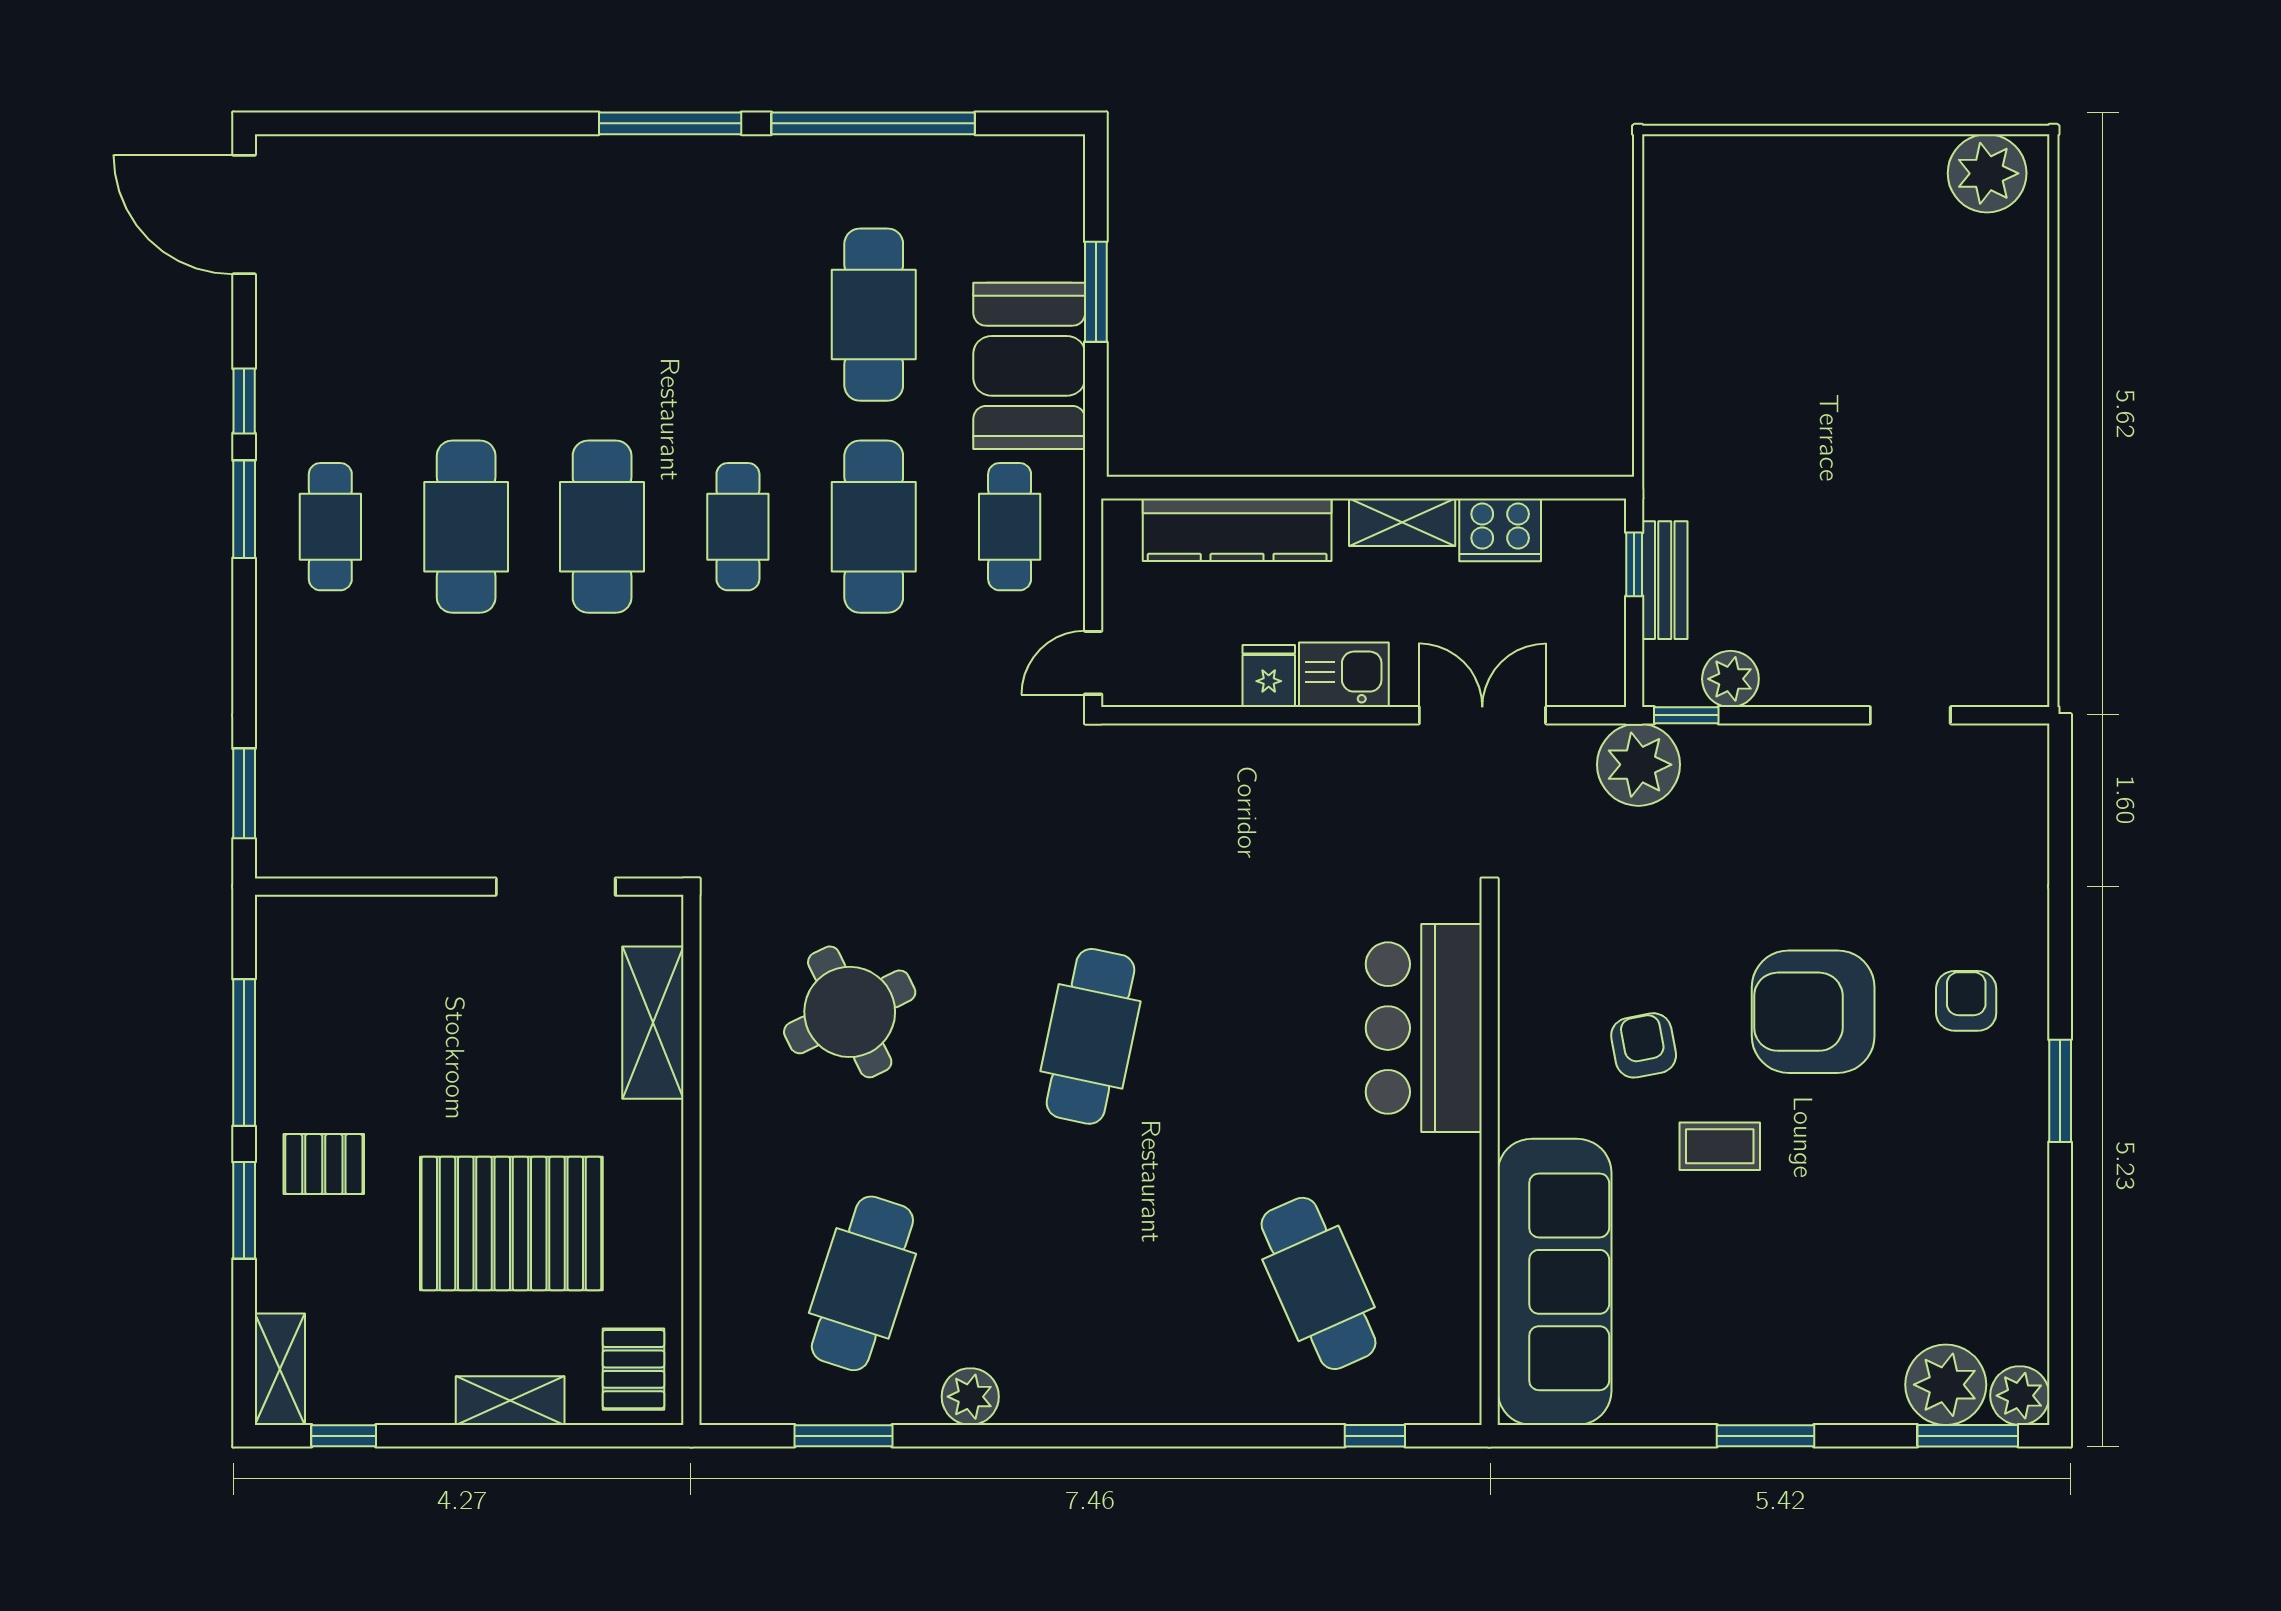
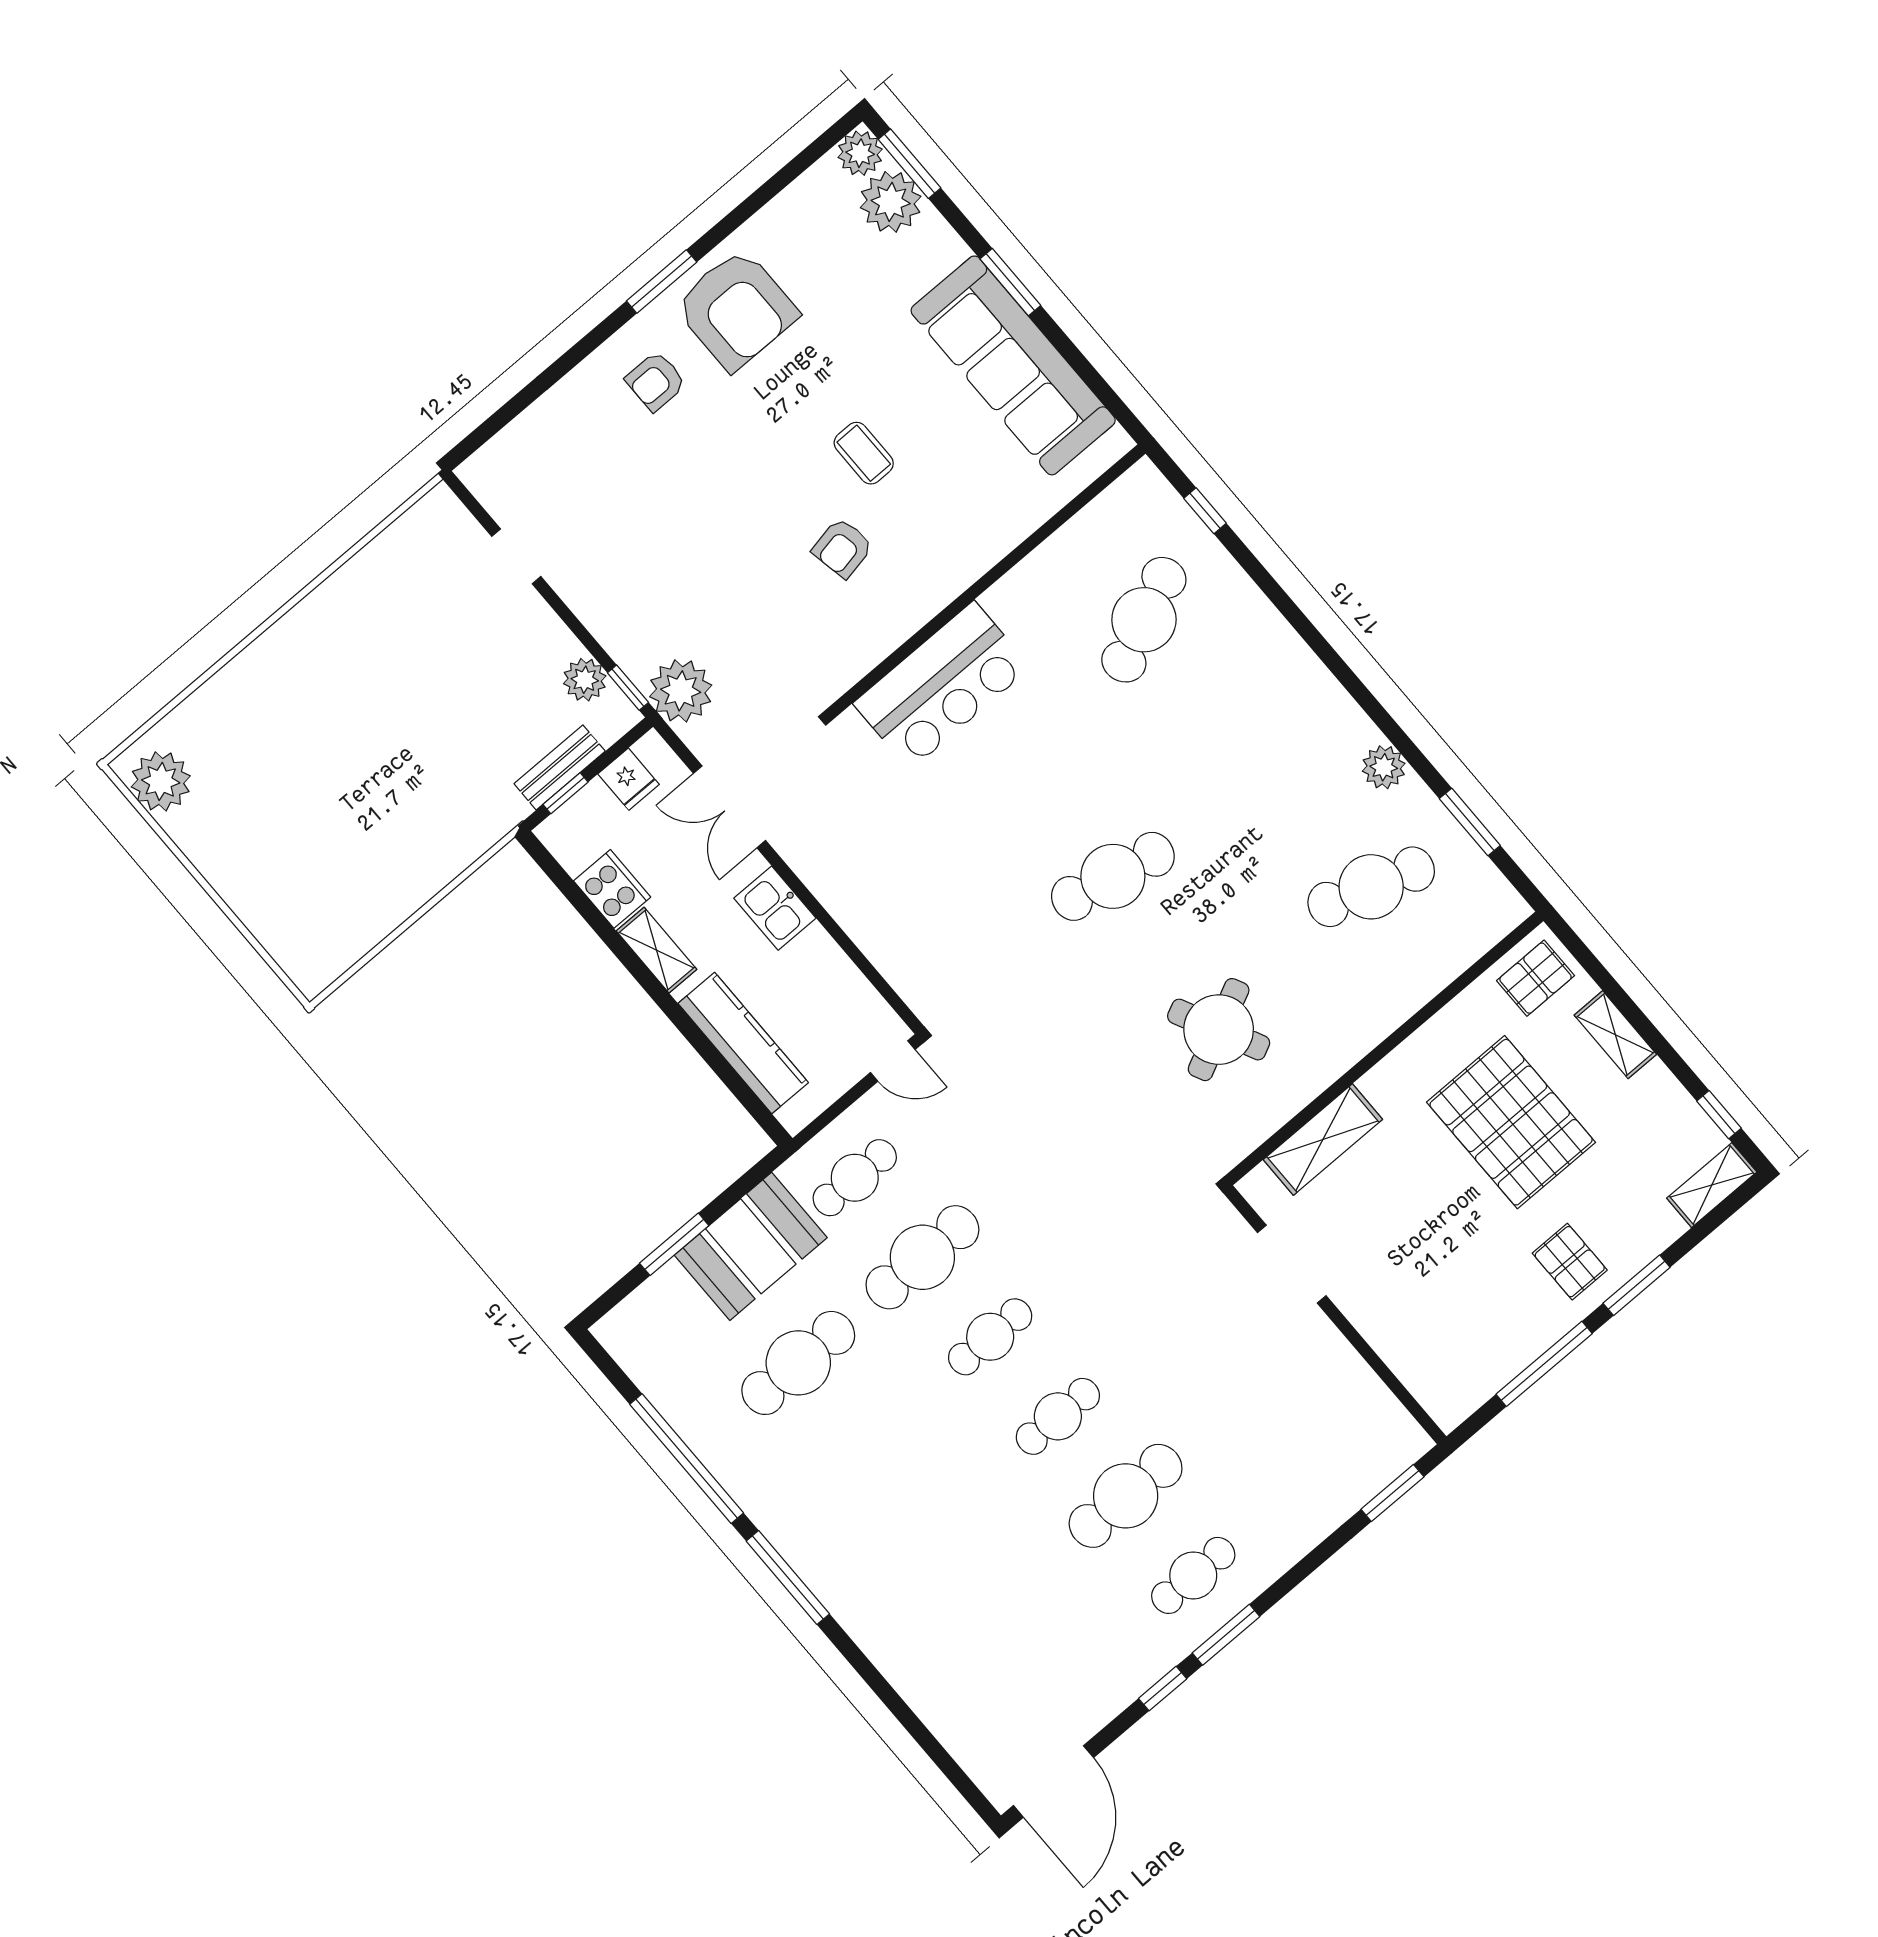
cafe table: (602, 527) -> (1058, 1416), width x0.73, depth x0.74
fridge: (1269, 676) -> (629, 779), moved, turned -90
armchair: (1813, 1012) -> (736, 309), moved
sofa: (1554, 1282) -> (1013, 365), moved, turned -90

